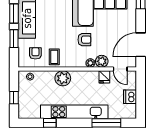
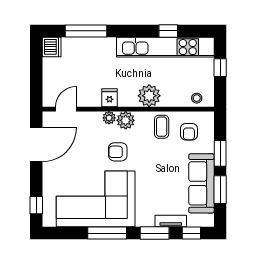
plant: (102, 61) -> (126, 120), moved
door: (120, 69) -> (66, 109), hinge flipped
fridge: (104, 77) -> (109, 98), moved
dishwasher: (130, 97) -> (52, 47), moved
kitchen unit: (74, 112) -> (165, 47), moved

